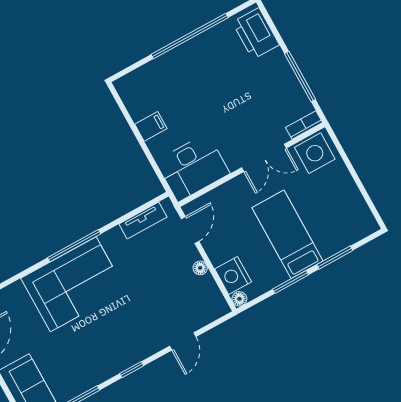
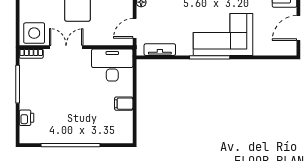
printer: (256, 34) -> (26, 118), width x0.53, depth x0.68

